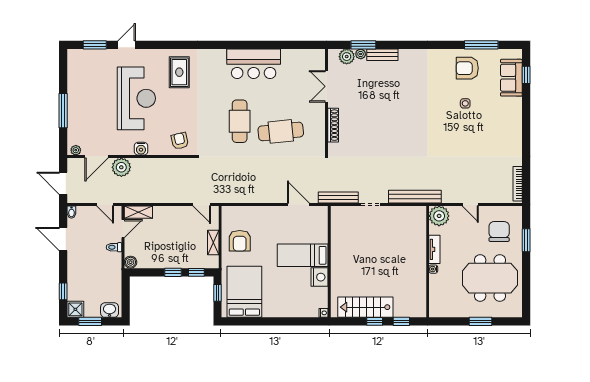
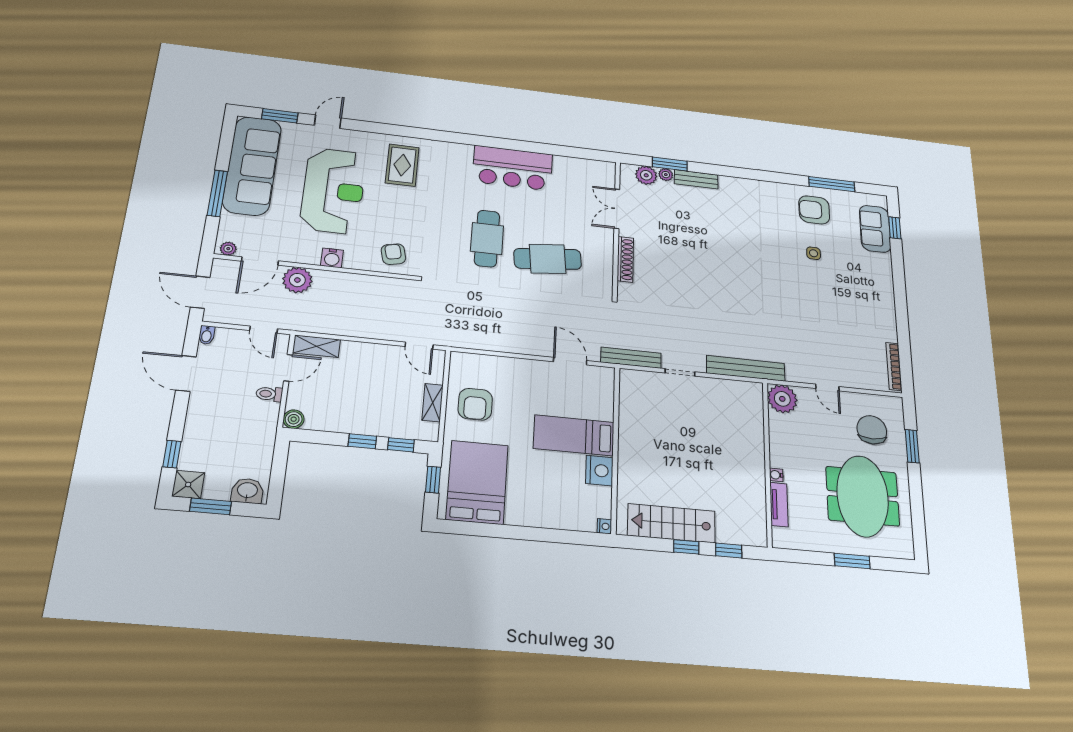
sofa: (82, 86) -> (252, 165), added
tv unit: (434, 249) -> (779, 505), moved
meeting table: (490, 278) -> (863, 496), turned 90

